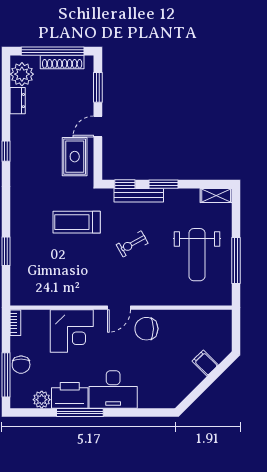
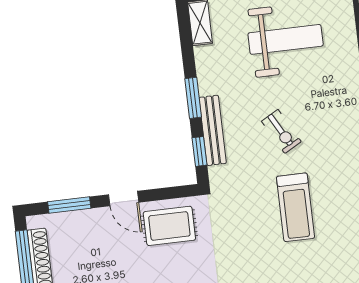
treadmill: (77, 222) -> (296, 207), moved

